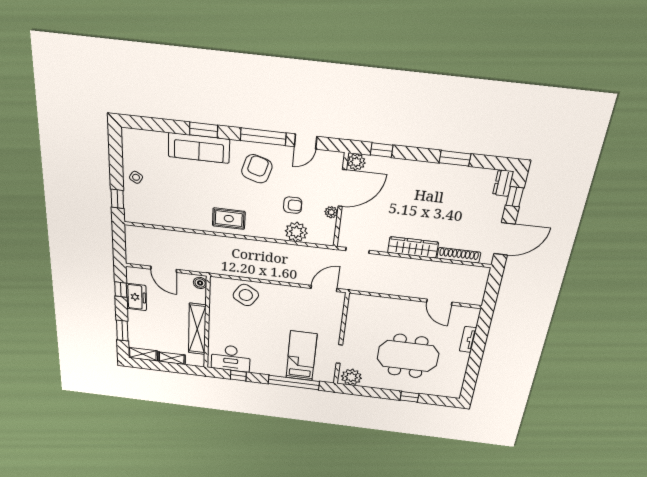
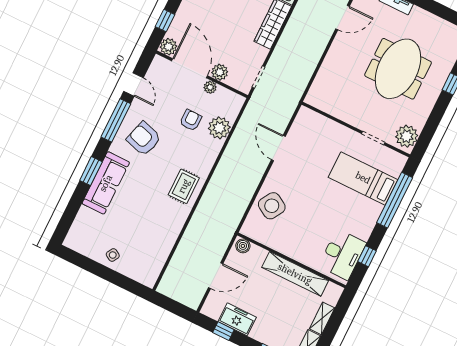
window: (117, 199) -> (127, 284), removed
plant: (349, 216) -> (220, 72), added
door: (324, 288) -> (278, 148), moved

